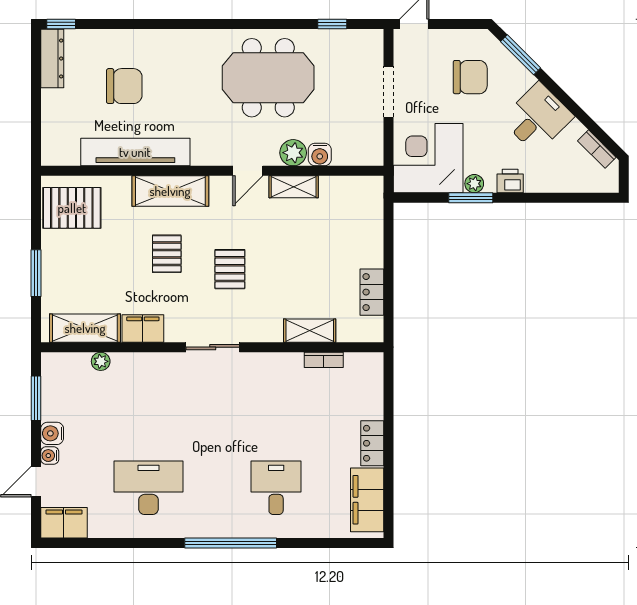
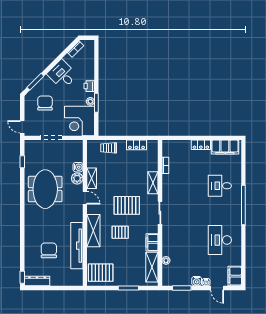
pallet: (72, 208) -> (101, 273), turned 90
trolley: (365, 227) -> (109, 148), added
pallet: (230, 269) -> (127, 205), width x1.50, depth x1.42
shelving: (310, 331) -> (153, 183), moved

